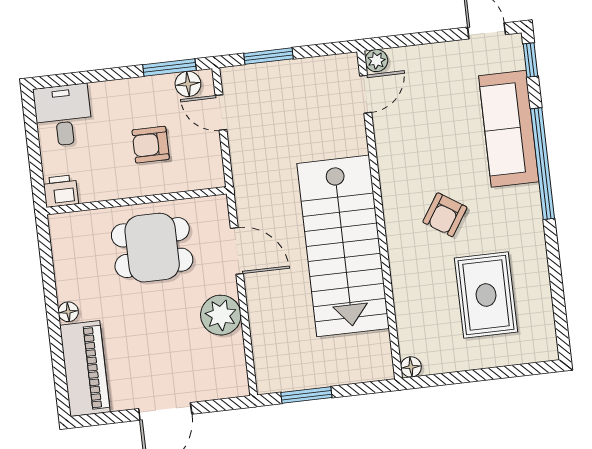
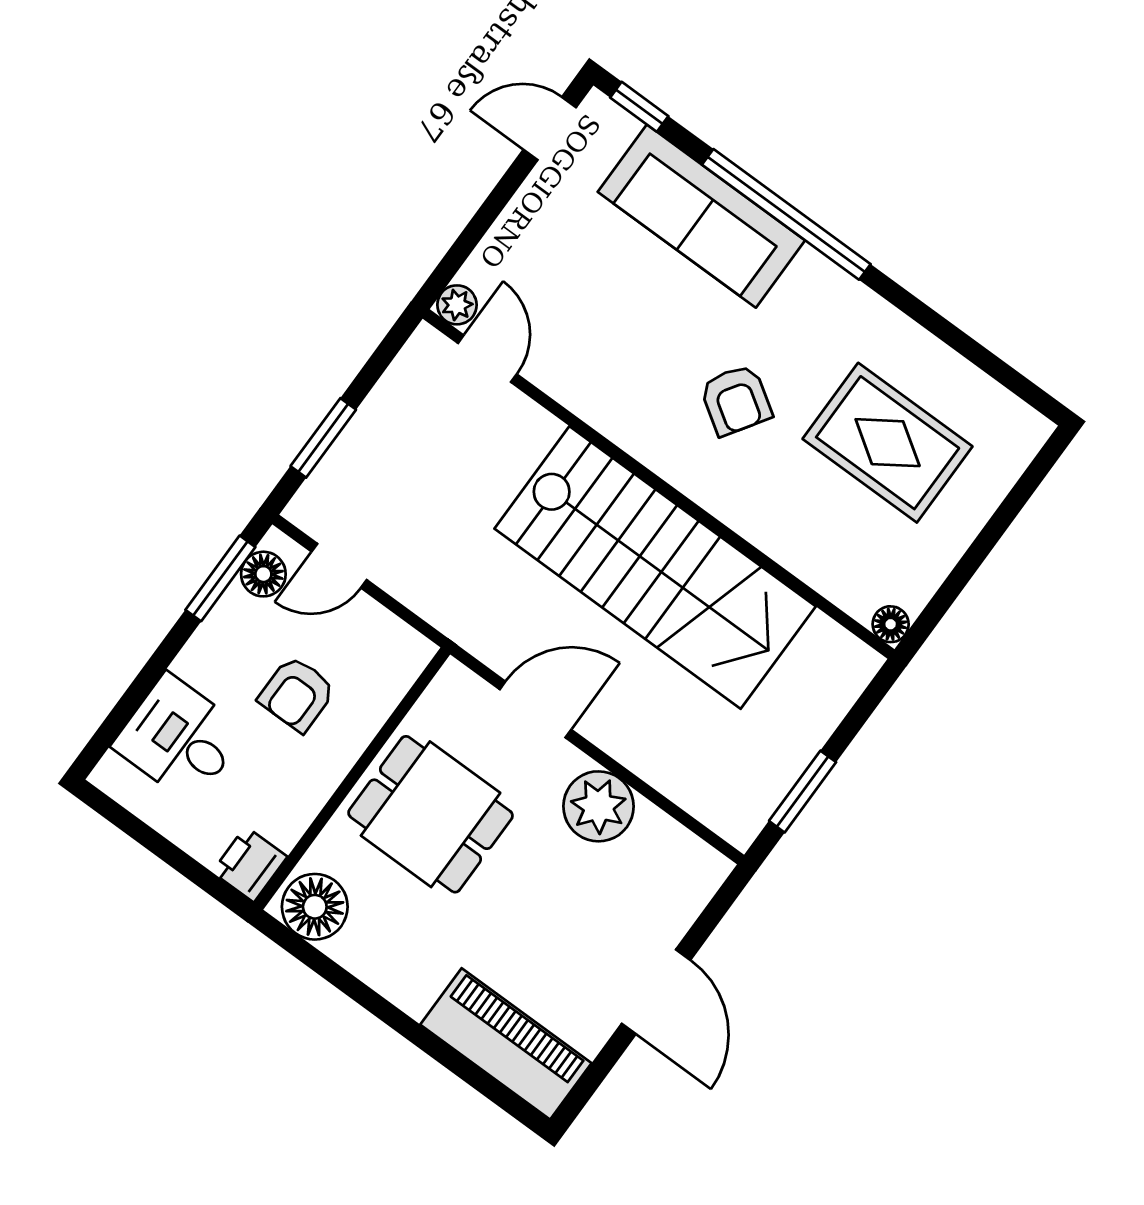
desk: (63, 115) -> (179, 739), moved
dining table: (152, 248) -> (431, 814), turned 90
floor lamp: (68, 312) -> (315, 907), moved, width x1.89, depth x1.89

